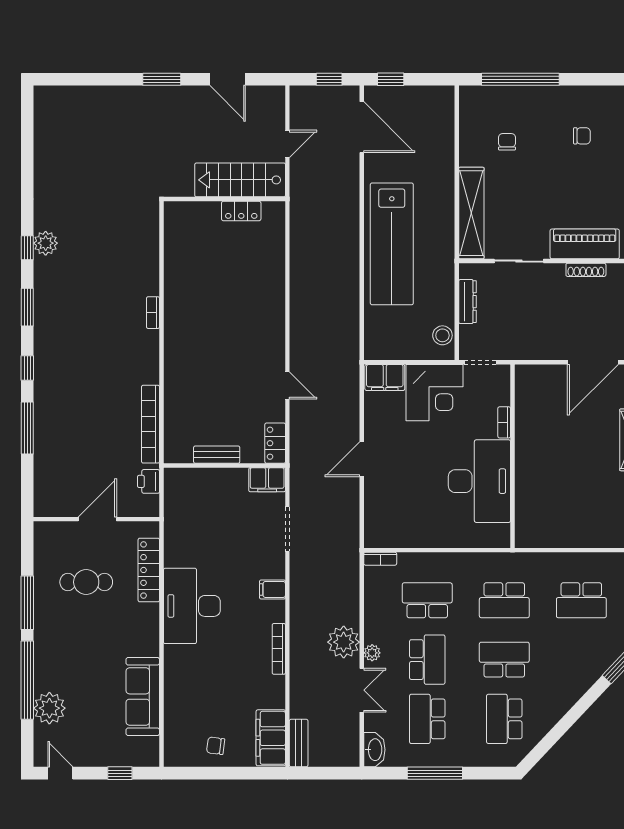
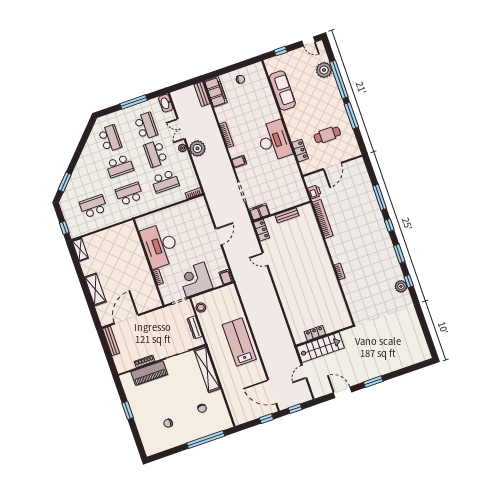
lab bench: (392, 244) -> (239, 342), width x0.73
filing cabinet: (385, 377) -> (226, 277), width x0.50
locker: (149, 570) -> (300, 151), width x0.66

